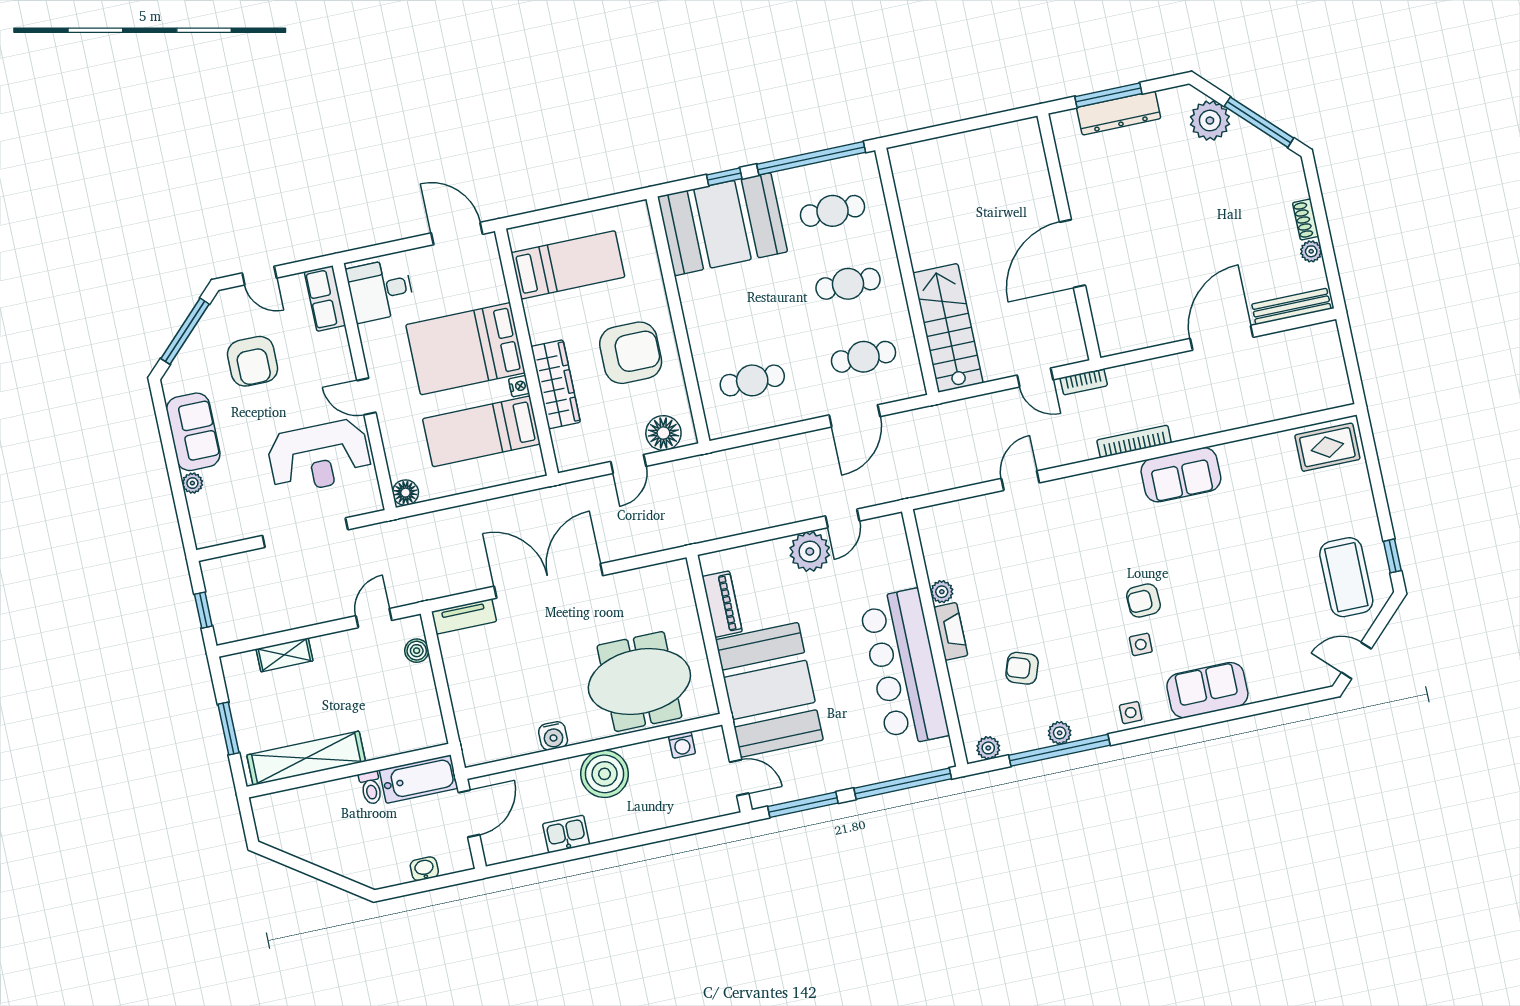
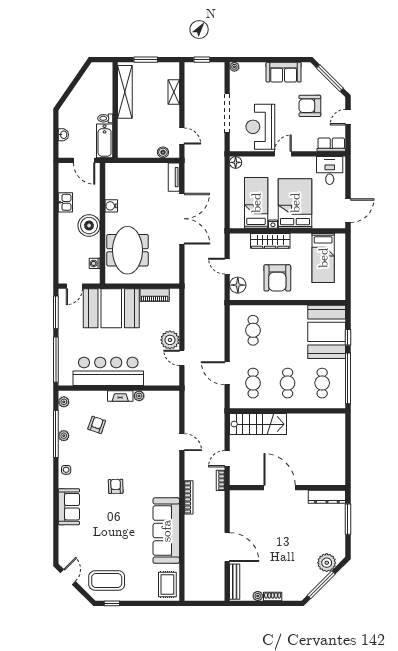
dresser: (1119, 113) -> (327, 497), moved, turned -90
sofa: (1181, 475) -> (166, 531), width x1.85, depth x1.27
plant: (192, 483) -> (234, 67), moved
side table: (1141, 644) -> (96, 481), removed

